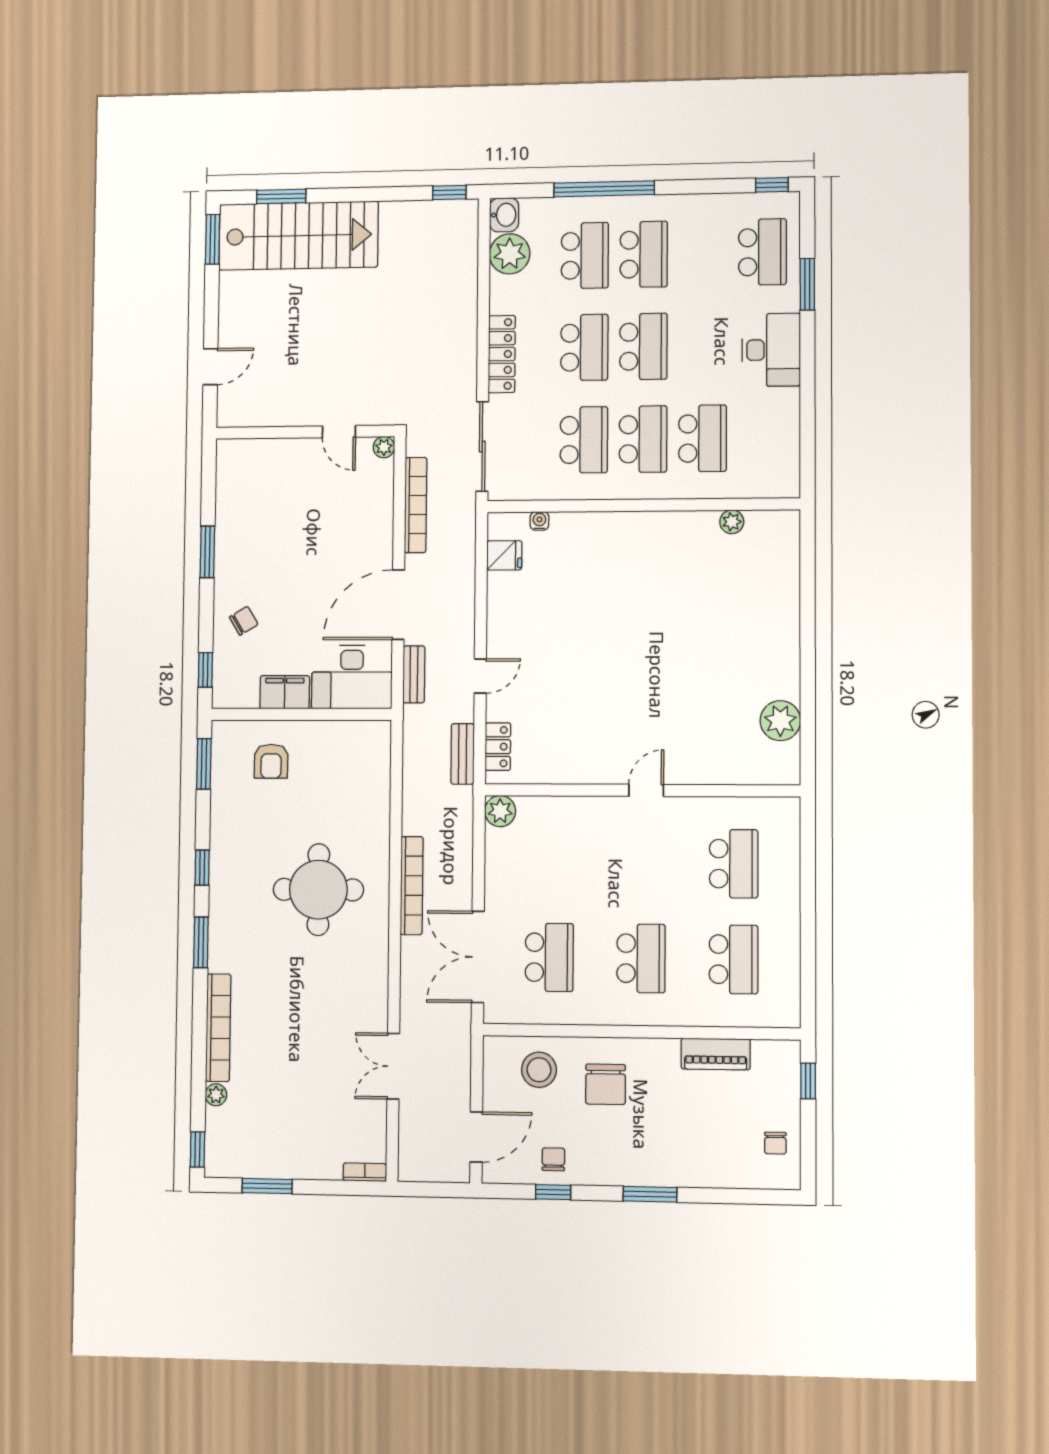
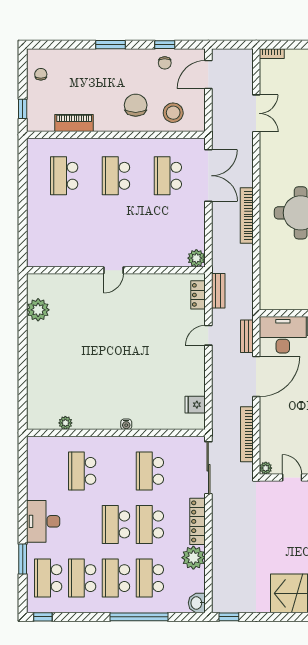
plant: (510, 254) -> (193, 558), moved
school desk: (643, 439) -> (82, 578), moved
water cooler: (539, 521) -> (126, 424), moved
school desk: (734, 864) -> (64, 229), removed

